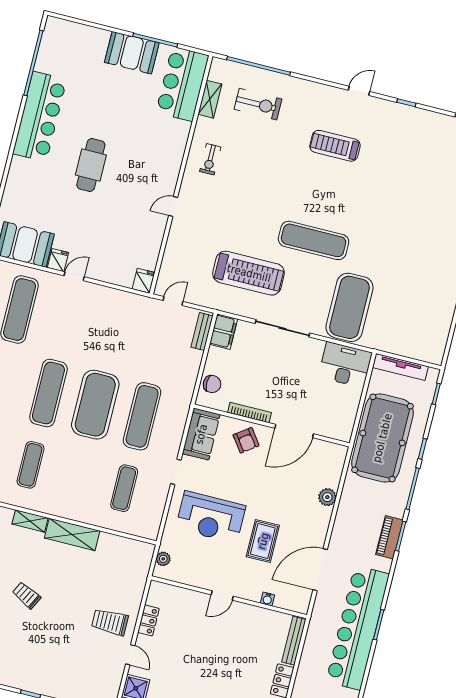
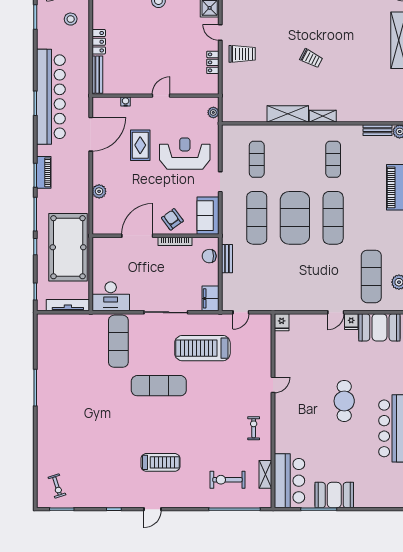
door: (173, 301) -> (241, 312), moved
exercise mat: (350, 307) -> (118, 341), width x0.68
bench: (202, 332) -> (227, 259), moved

